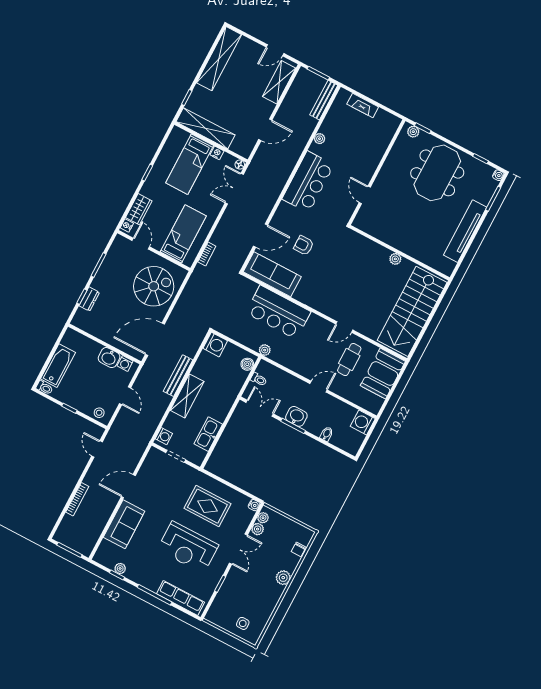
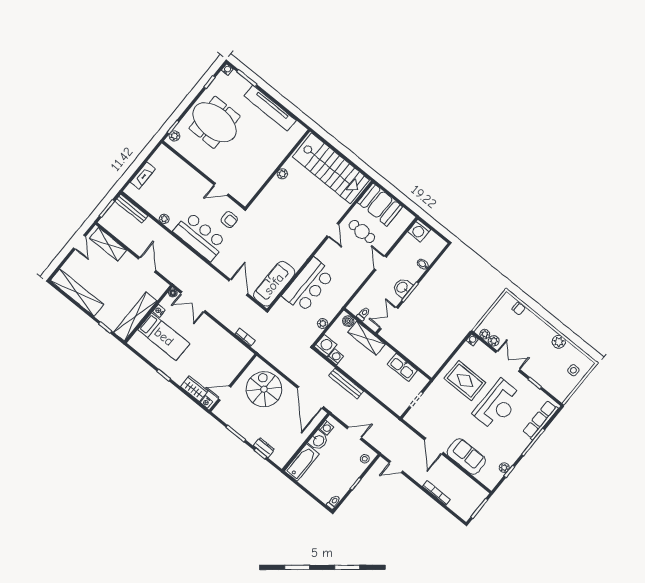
bed: (183, 234) -> (223, 354), removed
armchair: (304, 245) -> (229, 220), moved, turned -90
plant: (265, 350) -> (323, 324), moved
bathtub: (58, 366) -> (302, 462), moved, turned 90
shelving: (187, 396) -> (366, 338), moved
washing machine: (164, 436) -> (336, 357), moved
rug: (207, 506) -> (465, 381), turned 90
plant: (283, 578) -> (559, 342), moved

